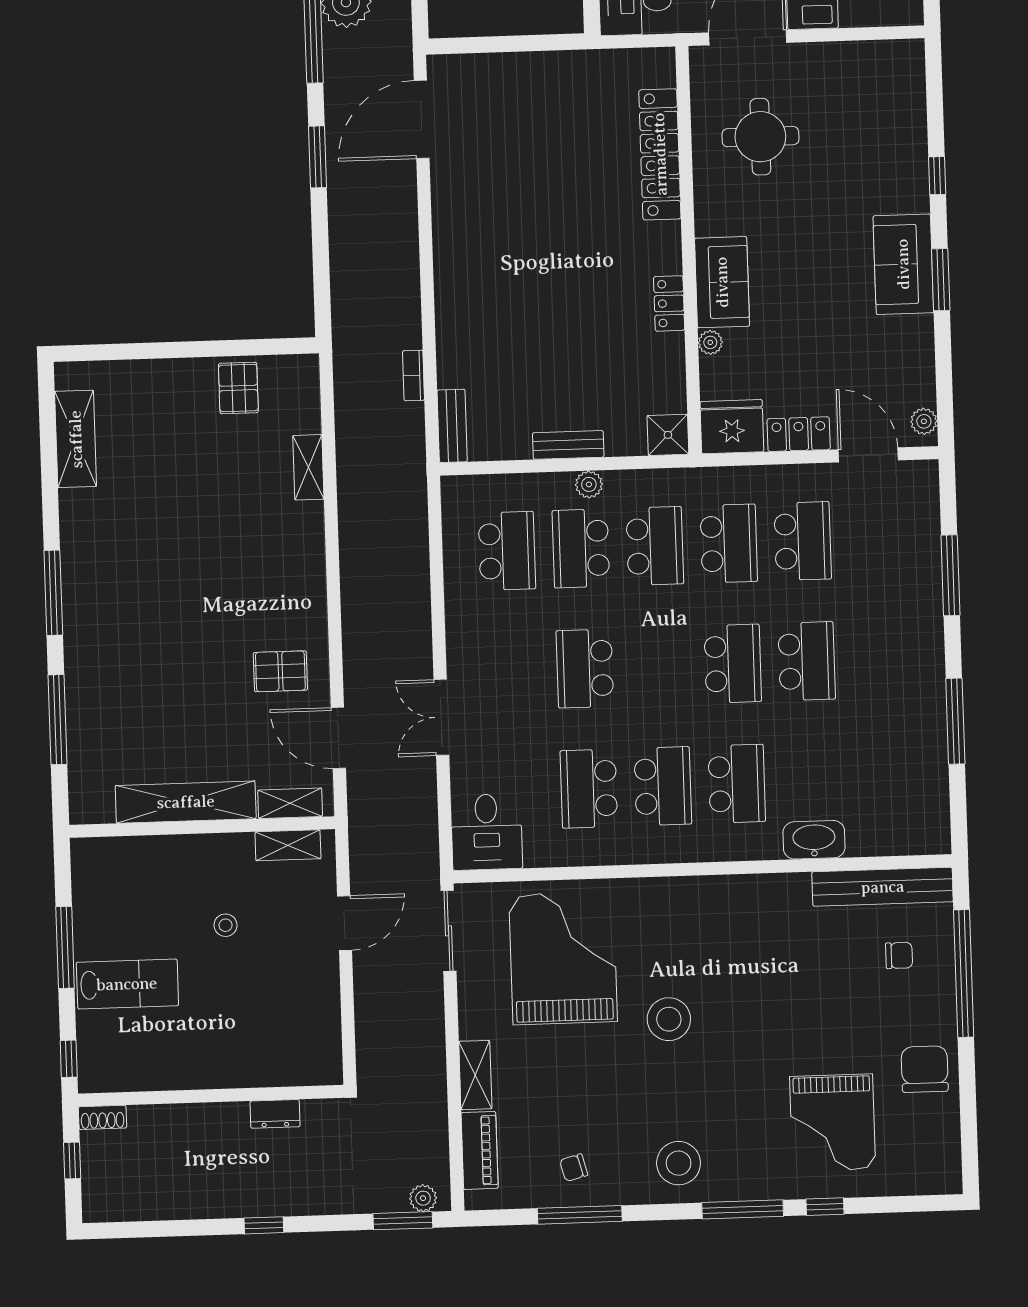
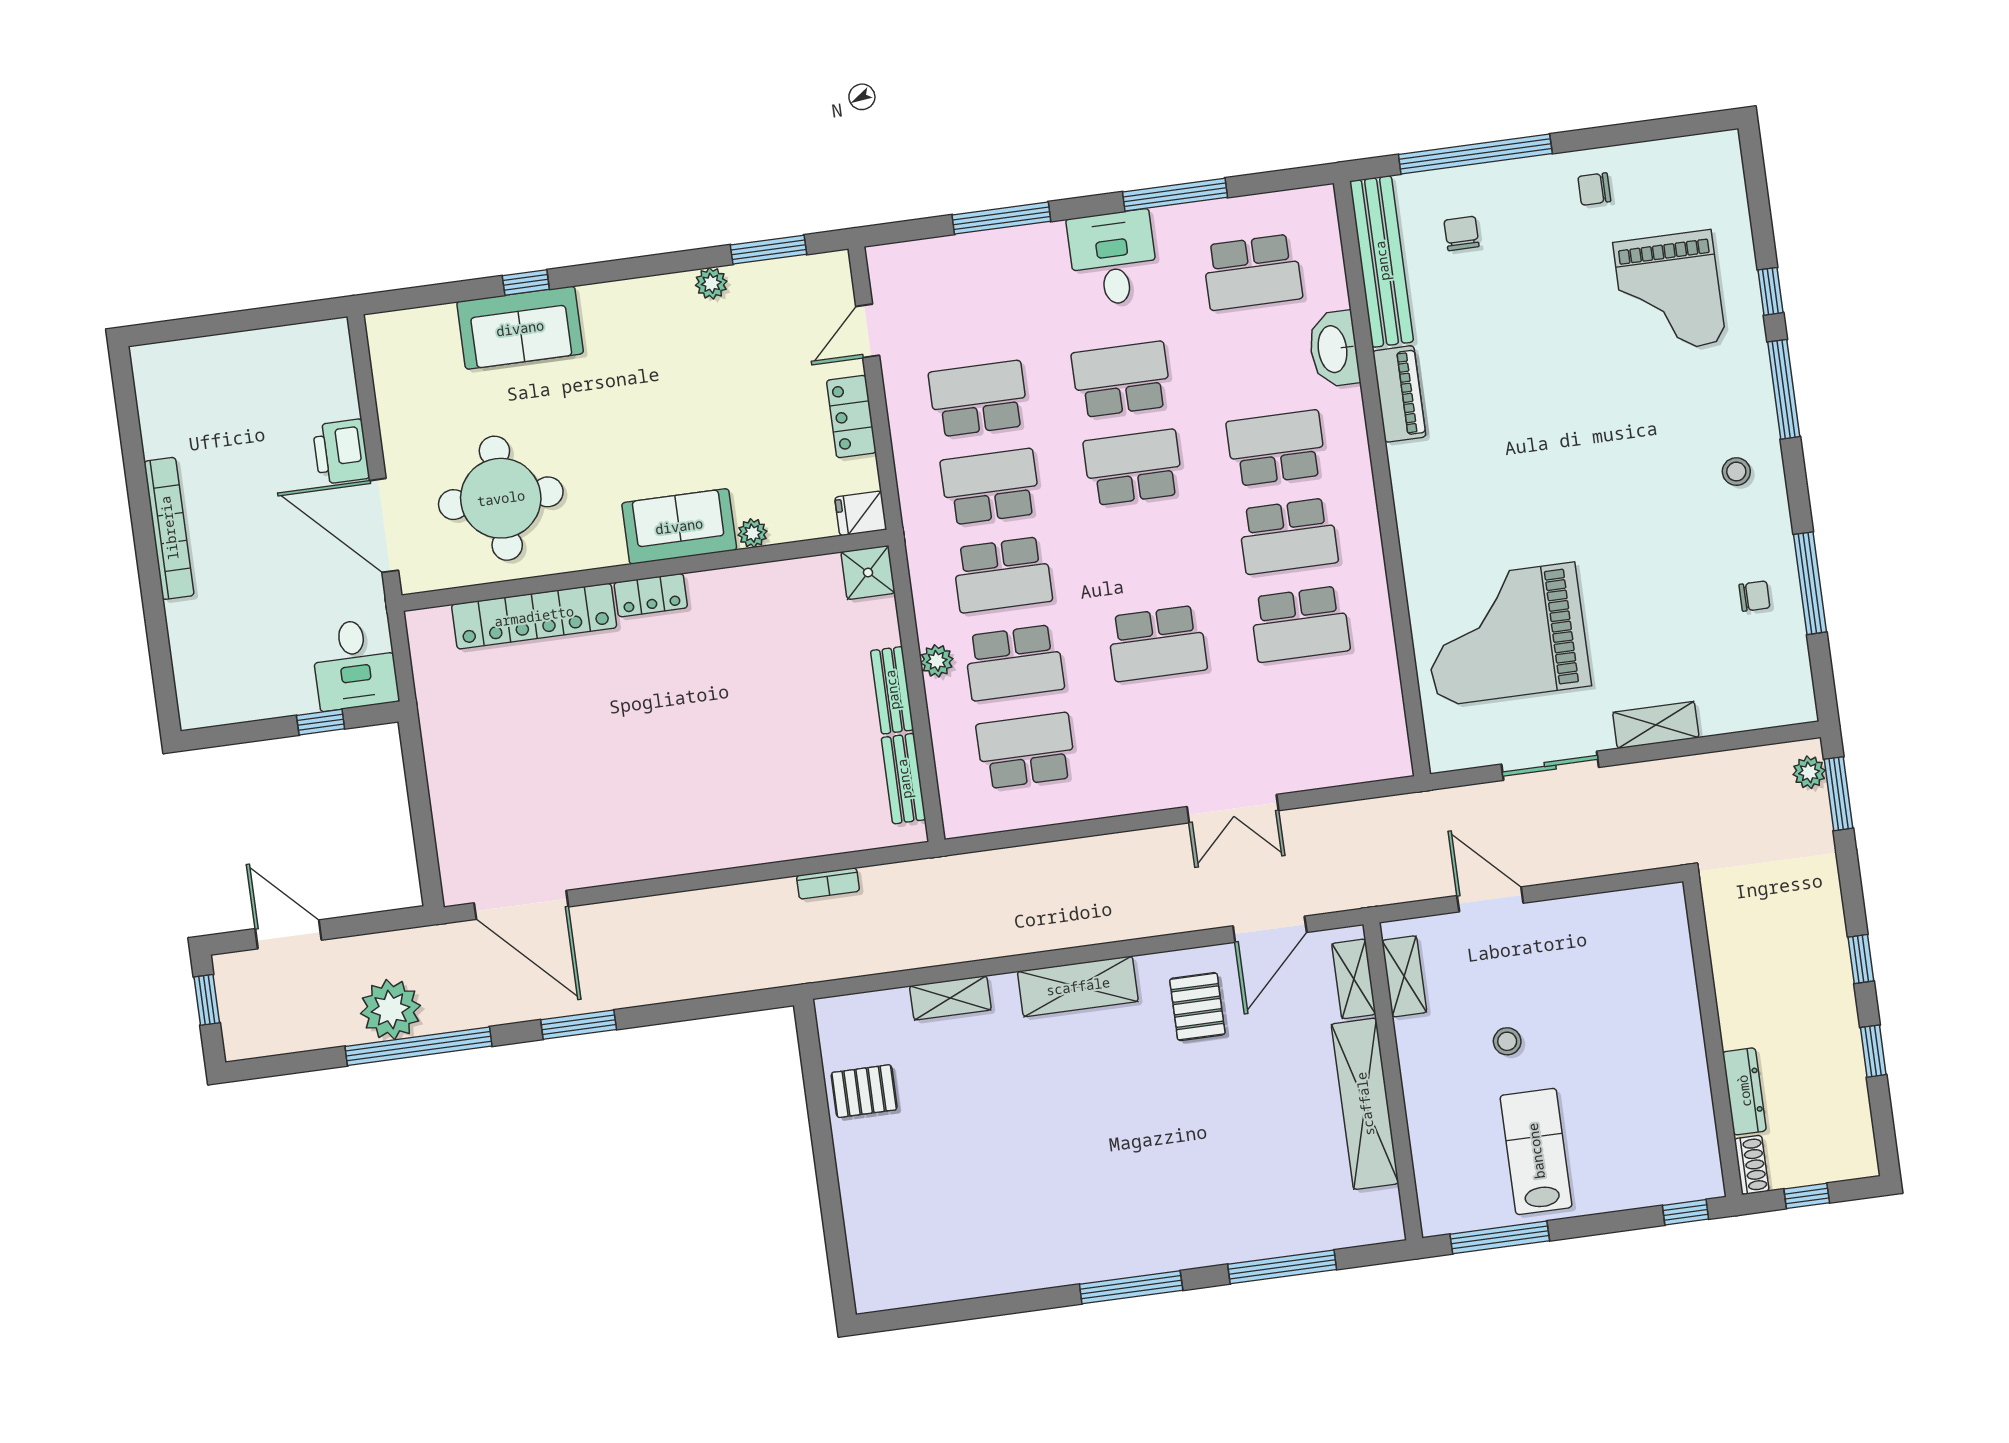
round table: (760, 137) -> (501, 498), width x1.36, depth x1.36
sofa: (903, 264) -> (520, 328), moved
window: (941, 280) -> (768, 250), moved
locker: (669, 303) -> (651, 595), moved
plant: (924, 421) -> (711, 283), moved
bench: (452, 426) -> (904, 779), moved, turned 90
fridge: (732, 427) -> (861, 513), width x0.53, depth x0.75
shelving: (76, 439) -> (1078, 986), moved
door: (868, 455) -> (868, 331), width x0.73
school desk: (655, 546) -> (1002, 575), turned 180
school desk: (885, 779) -> (1252, 272), added
school desk: (663, 786) -> (1288, 536), turned 180
desk: (487, 832) -> (1113, 258), moved, turned -90
sliding door: (449, 931) -> (1550, 766), moved
window: (65, 947) -> (1500, 1237), moved
lab bench: (127, 984) -> (1536, 1151), moved
stool: (669, 1019) -> (1566, 501), removed
chair: (925, 1069) -> (1594, 189), width x0.54, depth x0.54
dresser: (275, 1114) -> (1744, 1091), moved, width x1.44
grand piano: (833, 1123) -> (1669, 293), turned 90
piano: (480, 1150) -> (1399, 394), moved, turned 90
stool: (679, 1163) -> (1736, 472), width x0.53, depth x0.53
chair: (574, 1168) -> (1754, 596), turned -75
window: (187, 1228) -> (1873, 1051), added

